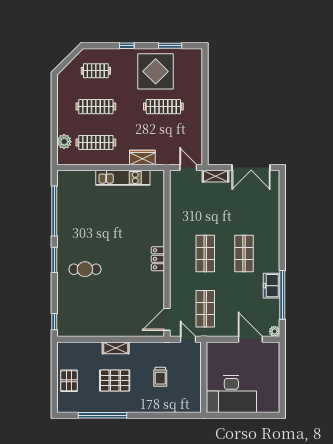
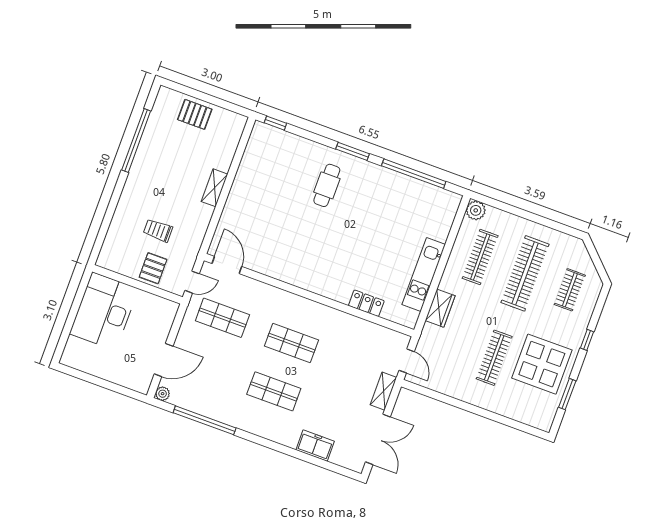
clothes rail: (96, 107) -> (525, 273), width x1.37, depth x1.31
plant: (64, 142) -> (476, 210), moved
door: (188, 168) -> (407, 361), hinge flipped
double door: (251, 168) -> (378, 439), swing flipped
locker: (158, 259) -> (366, 303), moved
freezer: (272, 286) -> (315, 446), moved
pallet: (115, 381) -> (153, 268), moved, width x0.67, depth x0.71

